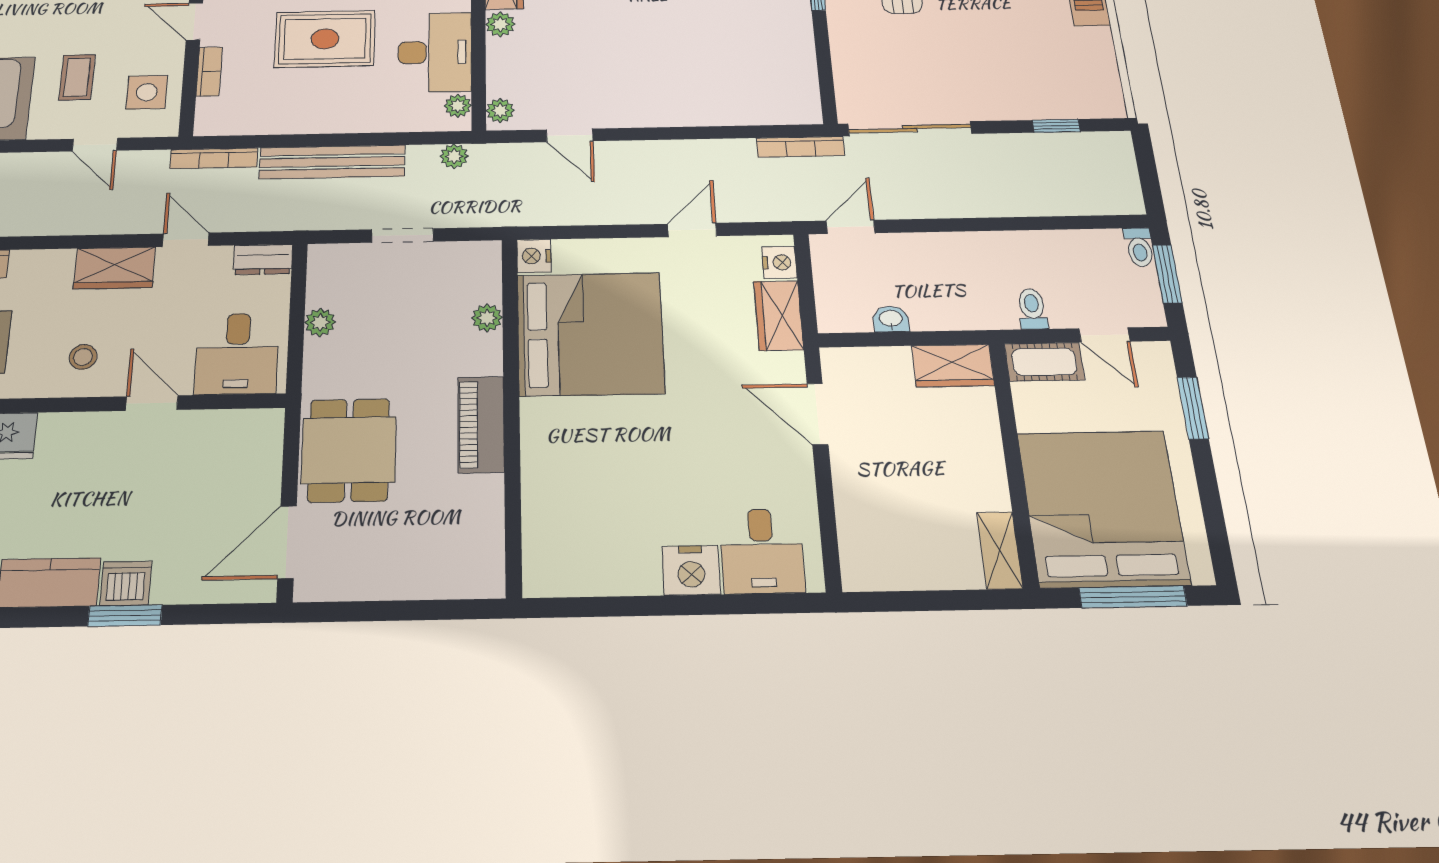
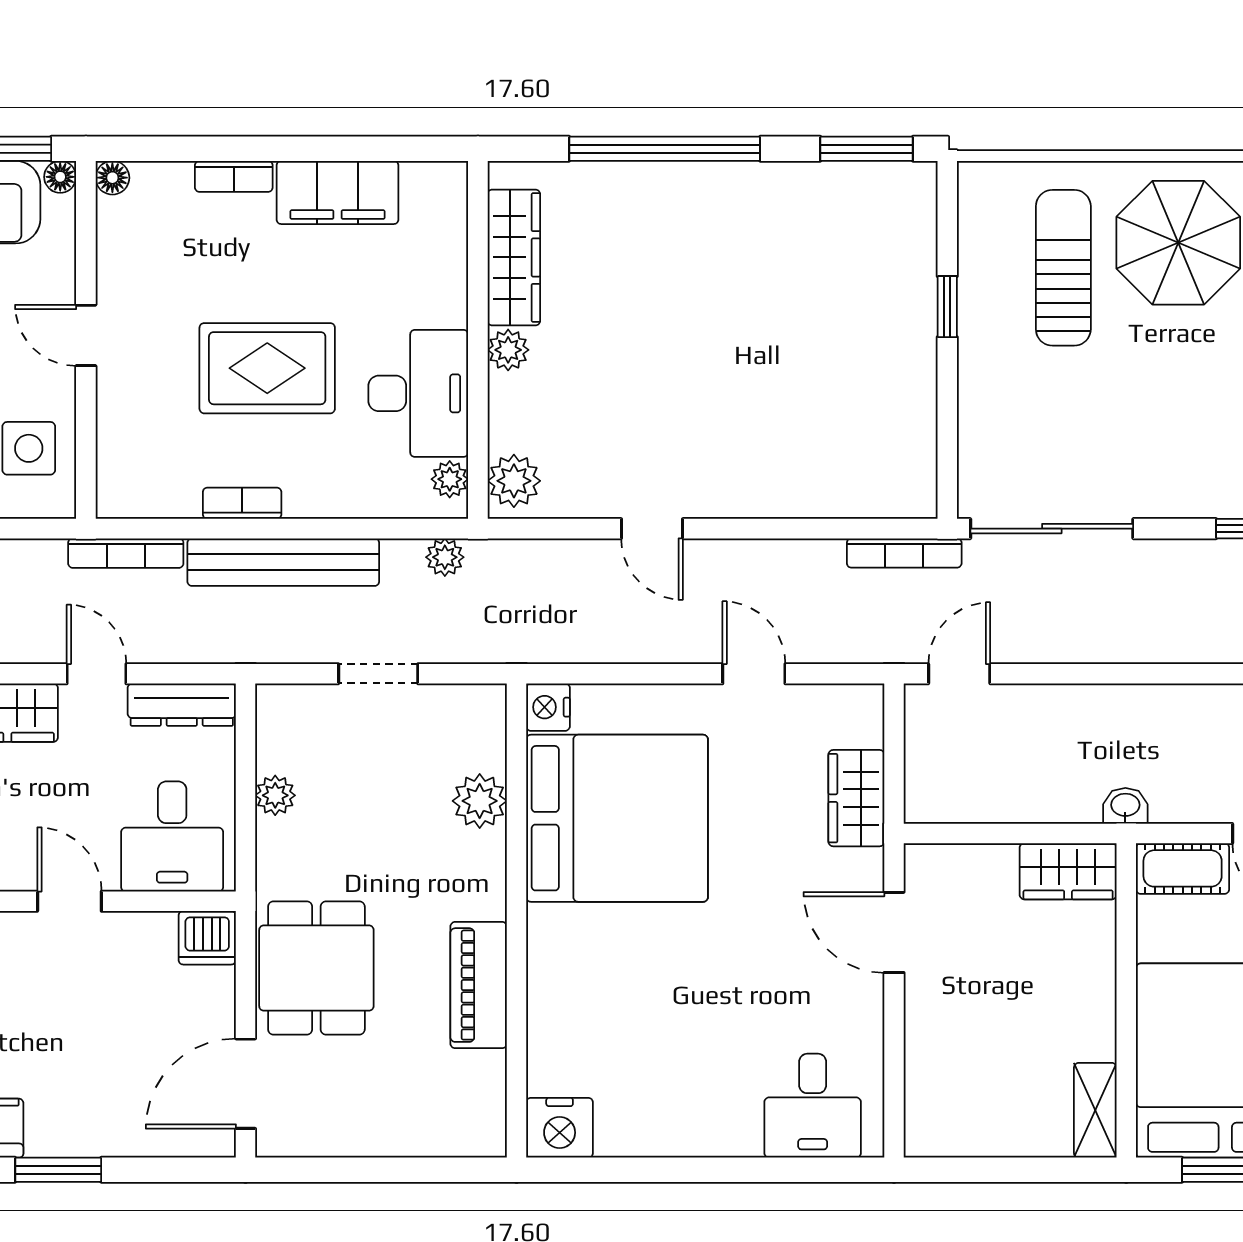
bookcase: (209, 71) -> (242, 503), moved, turned -90
plant: (500, 111) -> (514, 481), width x1.38, depth x1.38
door: (570, 135) -> (652, 529), moved
door: (692, 230) -> (754, 674), hinge flipped
dresser: (263, 259) -> (182, 705), width x1.44
nightstand: (779, 262) -> (863, 723), removed
toilet: (1032, 309) -> (1178, 796), removed
plant: (487, 318) -> (480, 801), width x1.38, depth x1.38
washbasin: (891, 319) -> (1125, 806), moved
piano: (481, 424) -> (479, 985), moved
nightstand: (691, 570) -> (560, 1128), moved
dishwasher: (126, 583) -> (207, 938), moved, turned 180

